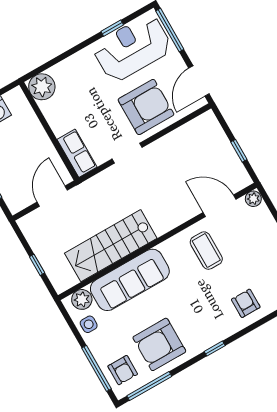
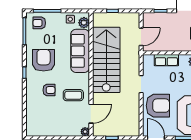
armchair: (146, 107) -> (158, 106), turned -90
row of seats: (77, 153) -> (166, 60), moved
door: (52, 196) -> (141, 37), hinge flipped
stairs: (111, 246) -> (106, 60), width x1.36, depth x1.51
armchair: (246, 303) -> (49, 90), moved
armchair: (159, 344) -> (44, 60), moved

